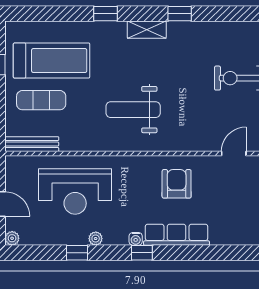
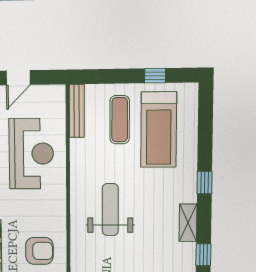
reception desk: (75, 191) -> (31, 154), turned 180

